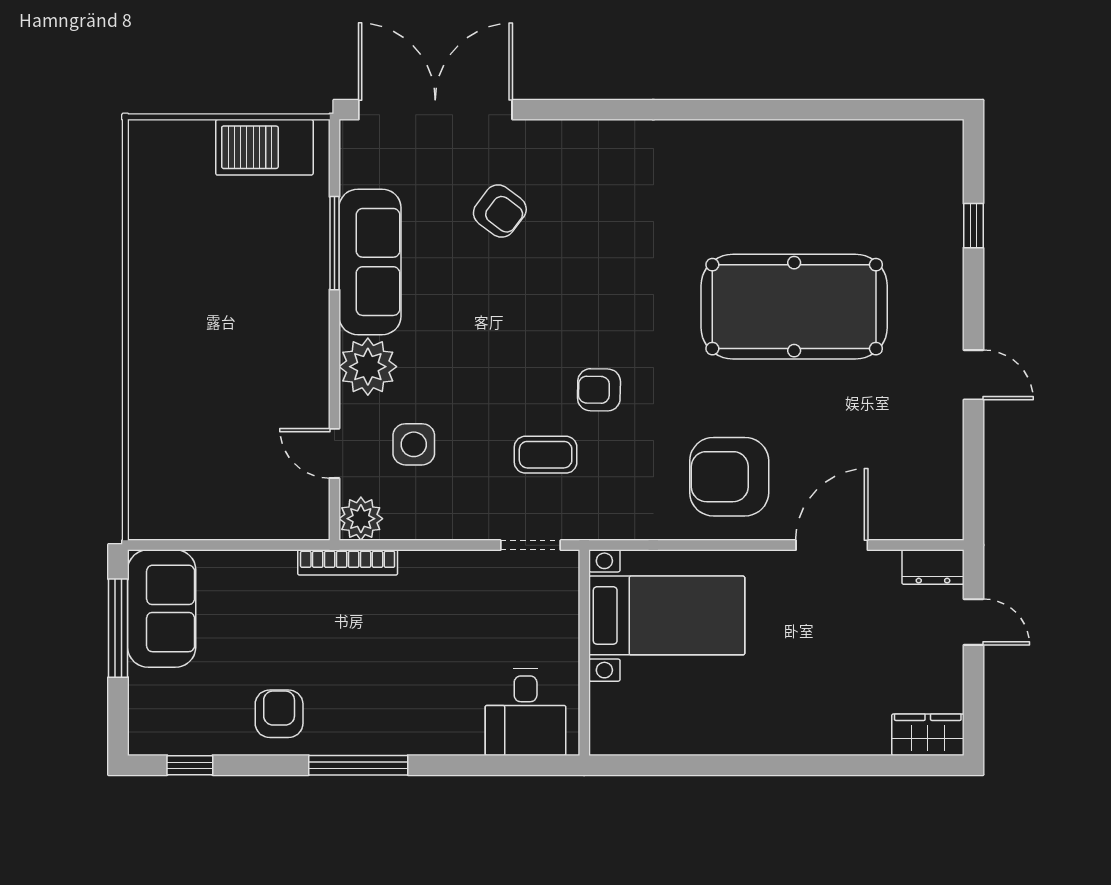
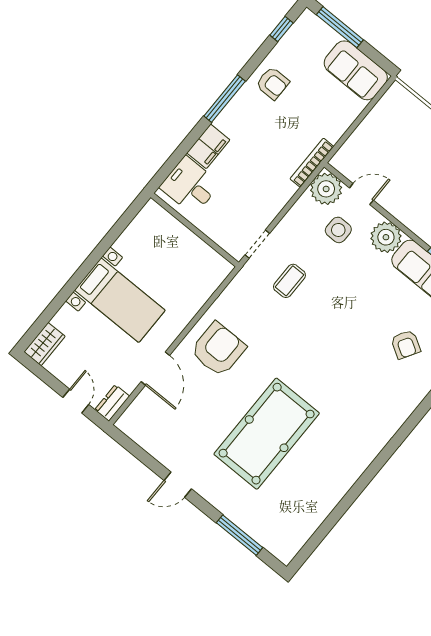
armchair: (500, 211) -> (406, 344), turned -96
window: (973, 226) -> (239, 535), width x2.17
armchair: (599, 390) -> (298, 325), removed
plant: (361, 519) -> (326, 189), width x1.36, depth x1.36
bed with nightstands: (667, 615) -> (120, 300), moved, turned -90
door: (973, 622) -> (76, 401), swing flipped
window: (118, 628) -> (340, 27), moved
filing cabinet: (447, 732) -> (208, 146), added

